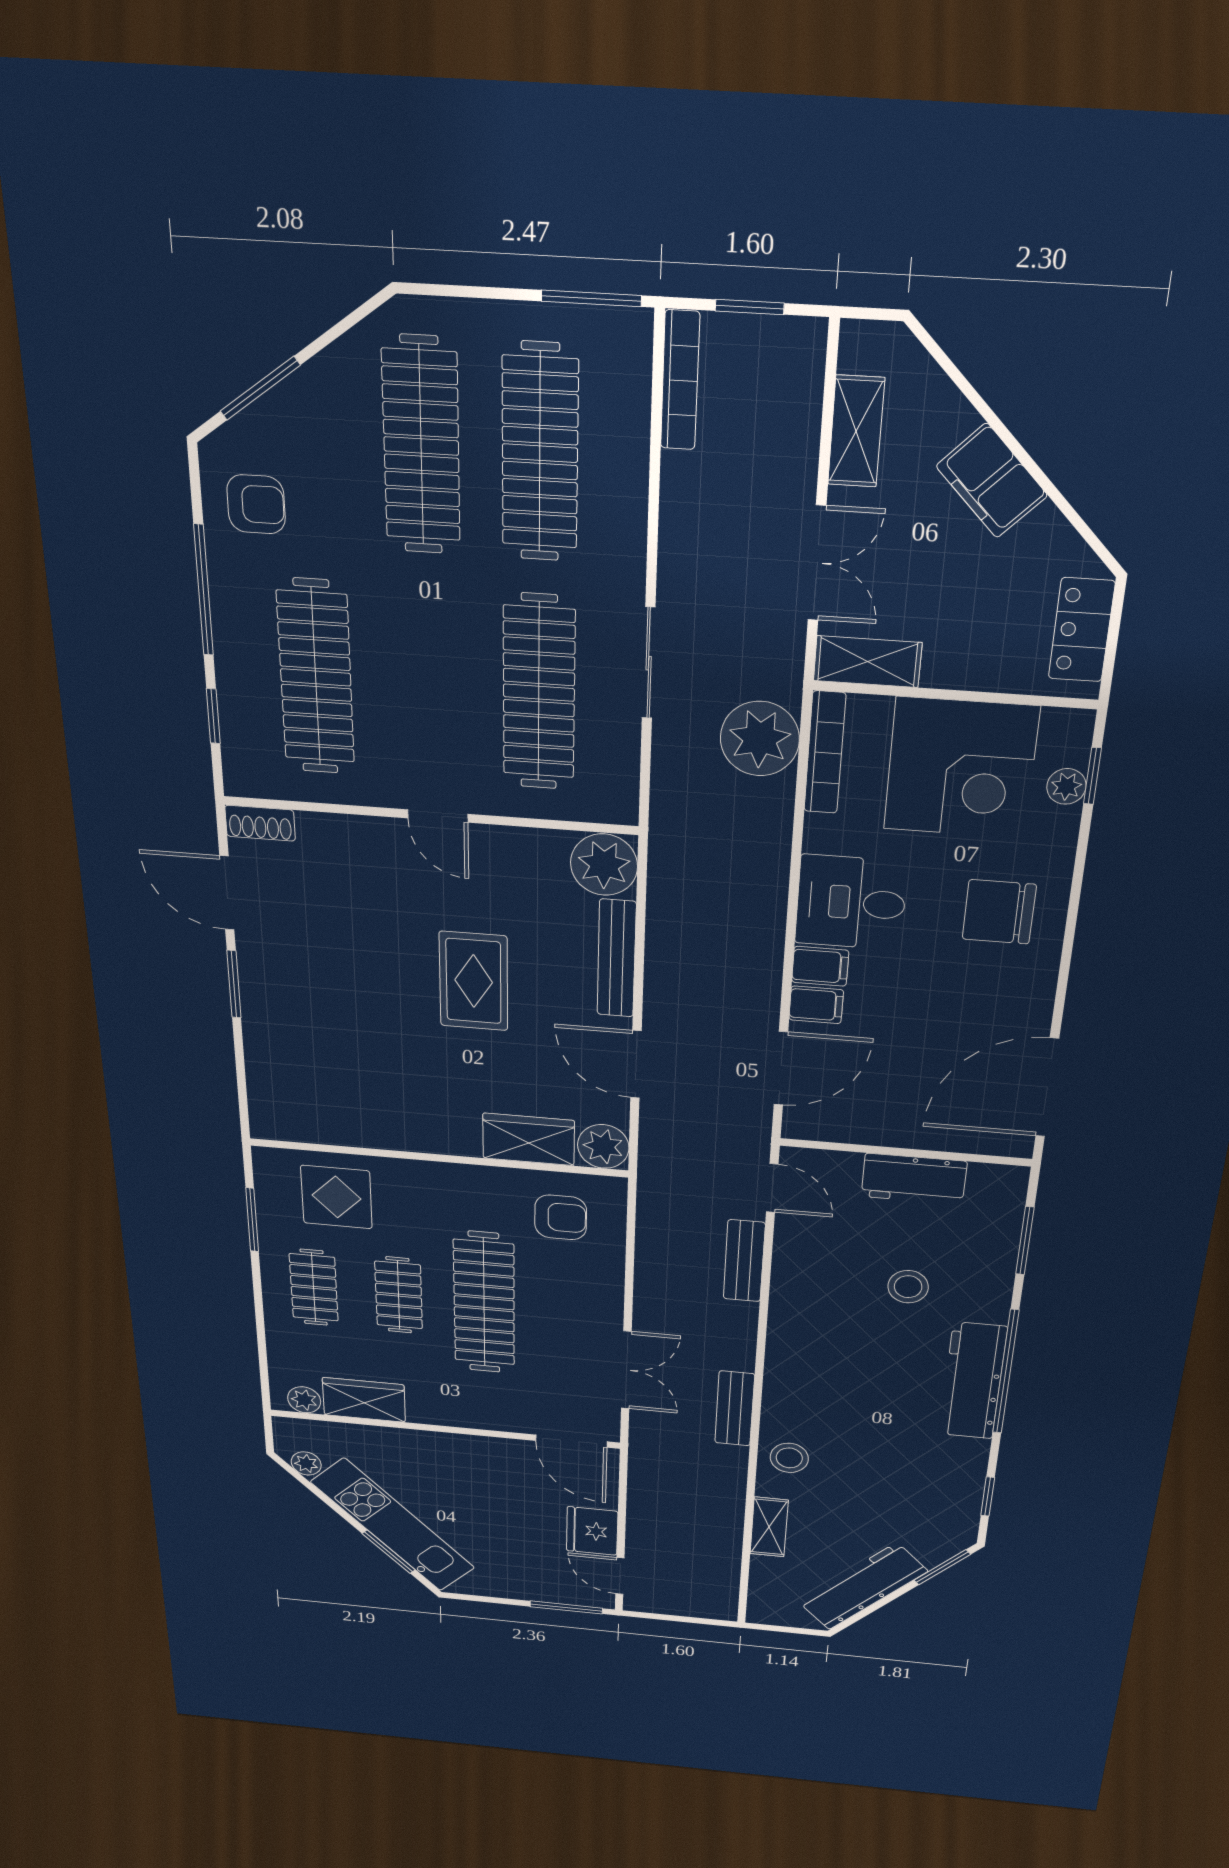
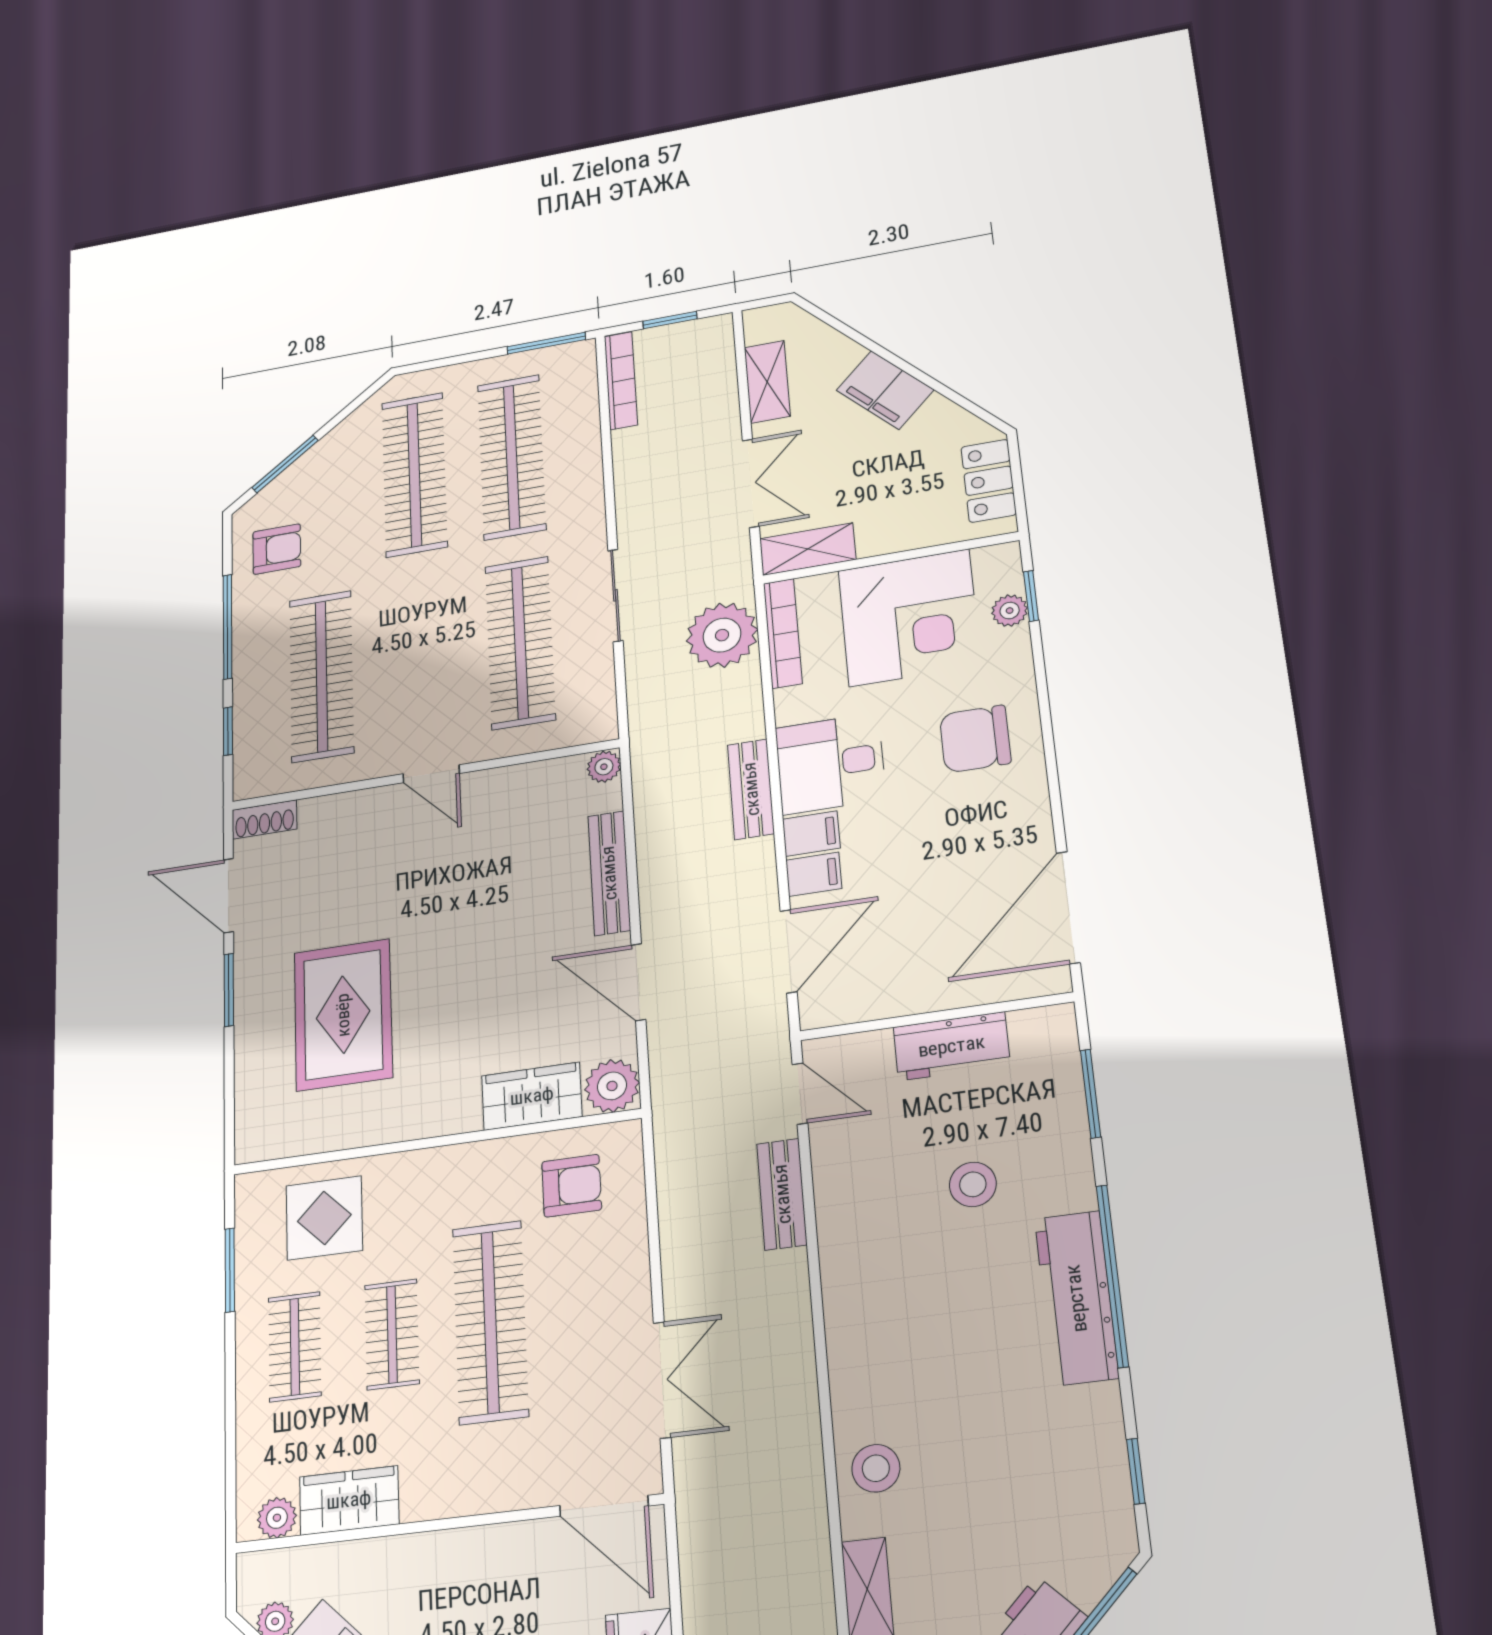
plant: (604, 865) -> (604, 767), width x0.53, depth x0.53
rug: (474, 981) -> (343, 1015), moved, width x1.36, depth x1.43
bench: (735, 1409) -> (751, 789), moved

